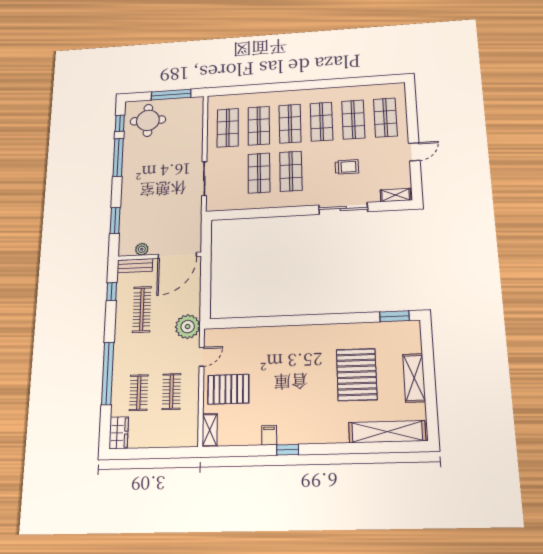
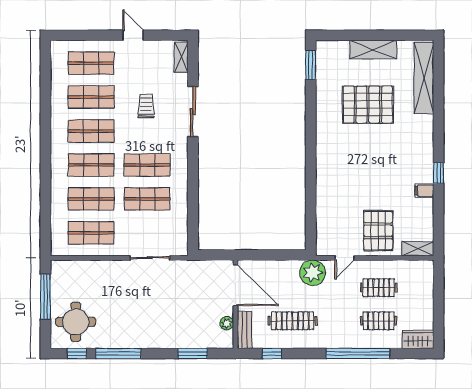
door: (202, 357) -> (345, 258), swing flipped

